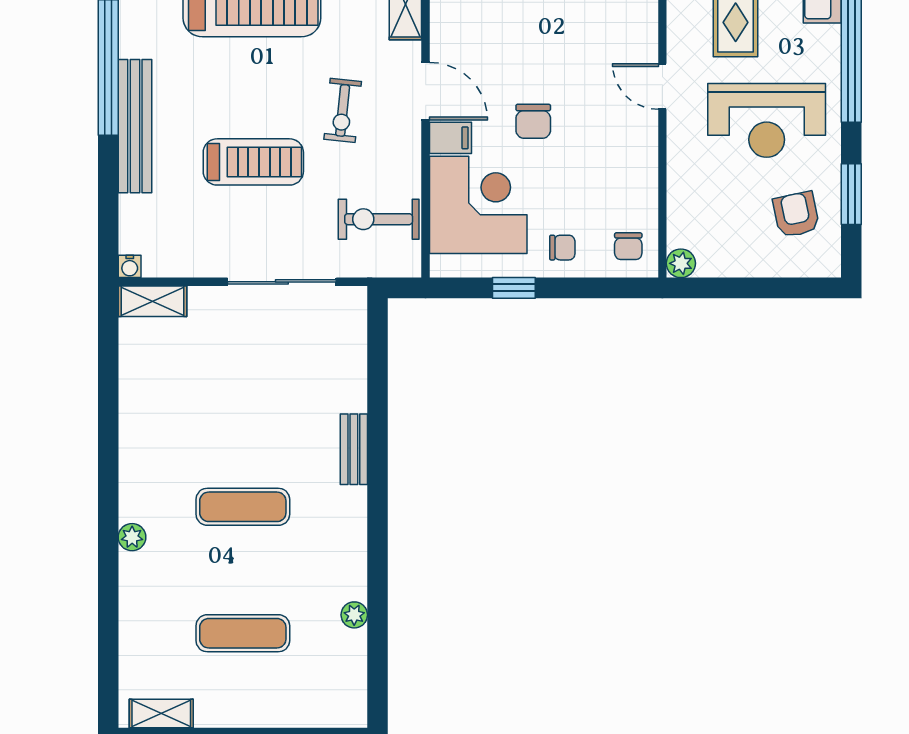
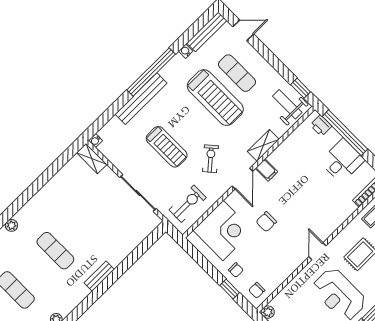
exercise bike: (343, 110) -> (210, 159), turned 133
filing cabinet: (450, 138) -> (267, 170), moved
exercise bike: (379, 219) -> (188, 204), turned 90
window: (514, 288) -> (230, 289), moved
bench: (354, 449) -> (99, 276), moved

